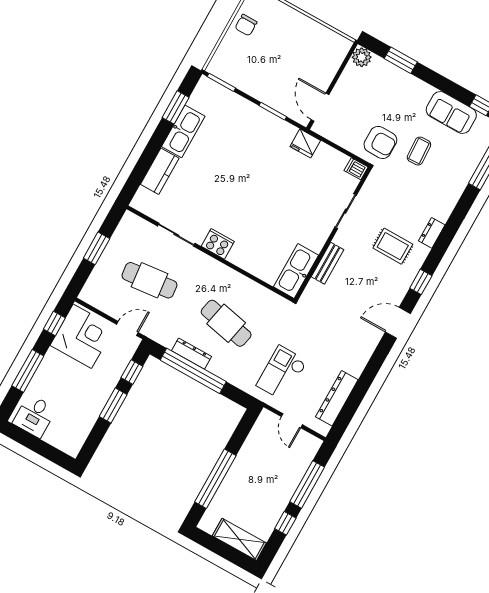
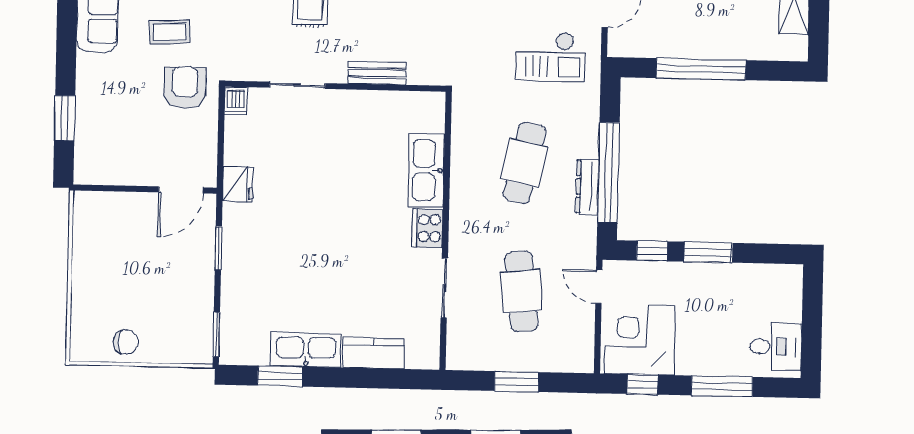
plant: (362, 57) -> (88, 170), removed
kitchen sink: (296, 271) -> (426, 170), moved, turned 90
window: (215, 479) -> (701, 69), moved

